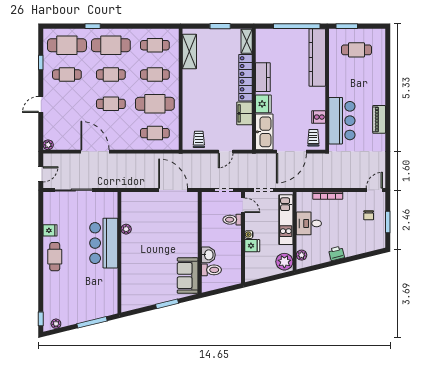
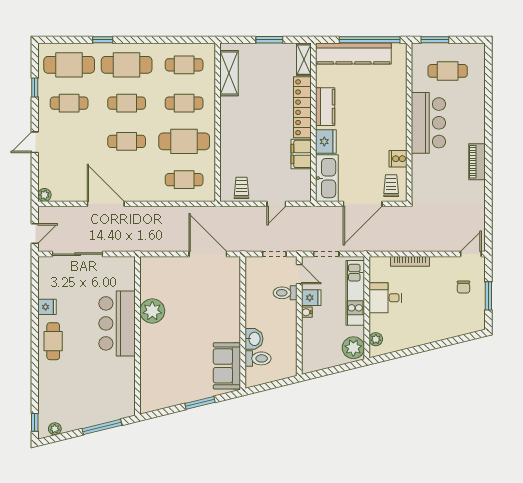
kitchen counter: (317, 57) -> (353, 54), moved, turned -90
bar counter: (342, 121) -> (428, 123), moved
plant: (126, 229) -> (152, 311), width x1.87, depth x1.87
fridge: (252, 246) -> (311, 298), moved
printer: (336, 253) -> (421, 337), removed

